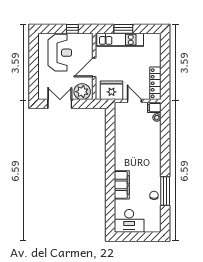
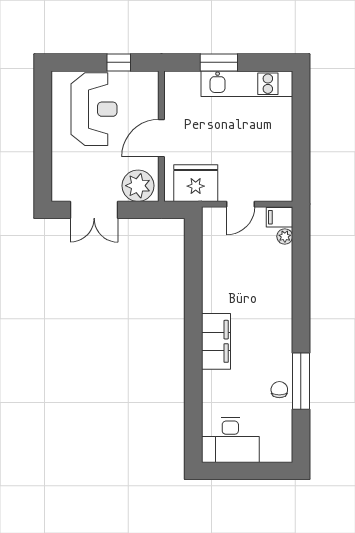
kitchen unit: (120, 40) -> (247, 84), moved
locker: (155, 83) -> (282, 169), removed
door: (134, 101) -> (241, 204), swing flipped
double door: (60, 104) -> (94, 210), swing flipped
filing cabinet: (122, 185) -> (216, 341), moved

